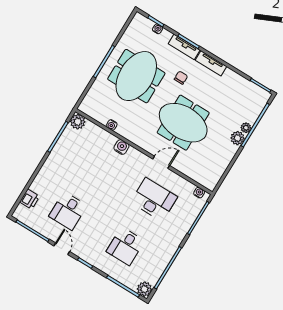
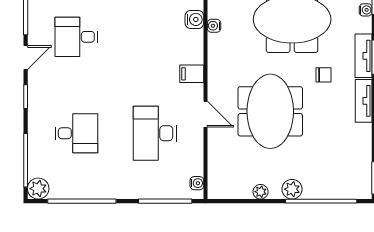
plant: (246, 128) -> (261, 192), moved
water cooler: (121, 147) -> (194, 19), moved
filing cabinet: (132, 156) -> (192, 74), added
desk: (154, 199) -> (155, 133), turned 180
desk: (125, 246) -> (76, 133), turned 180

